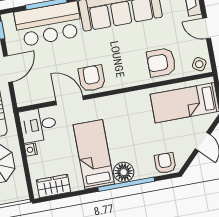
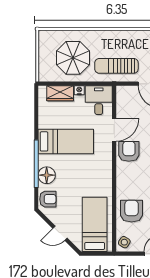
armchair: (92, 78) -> (129, 151), turned -90
floor lamp: (124, 172) -> (47, 175), moved
wardrobe: (54, 186) -> (60, 93), moved, turned 90

